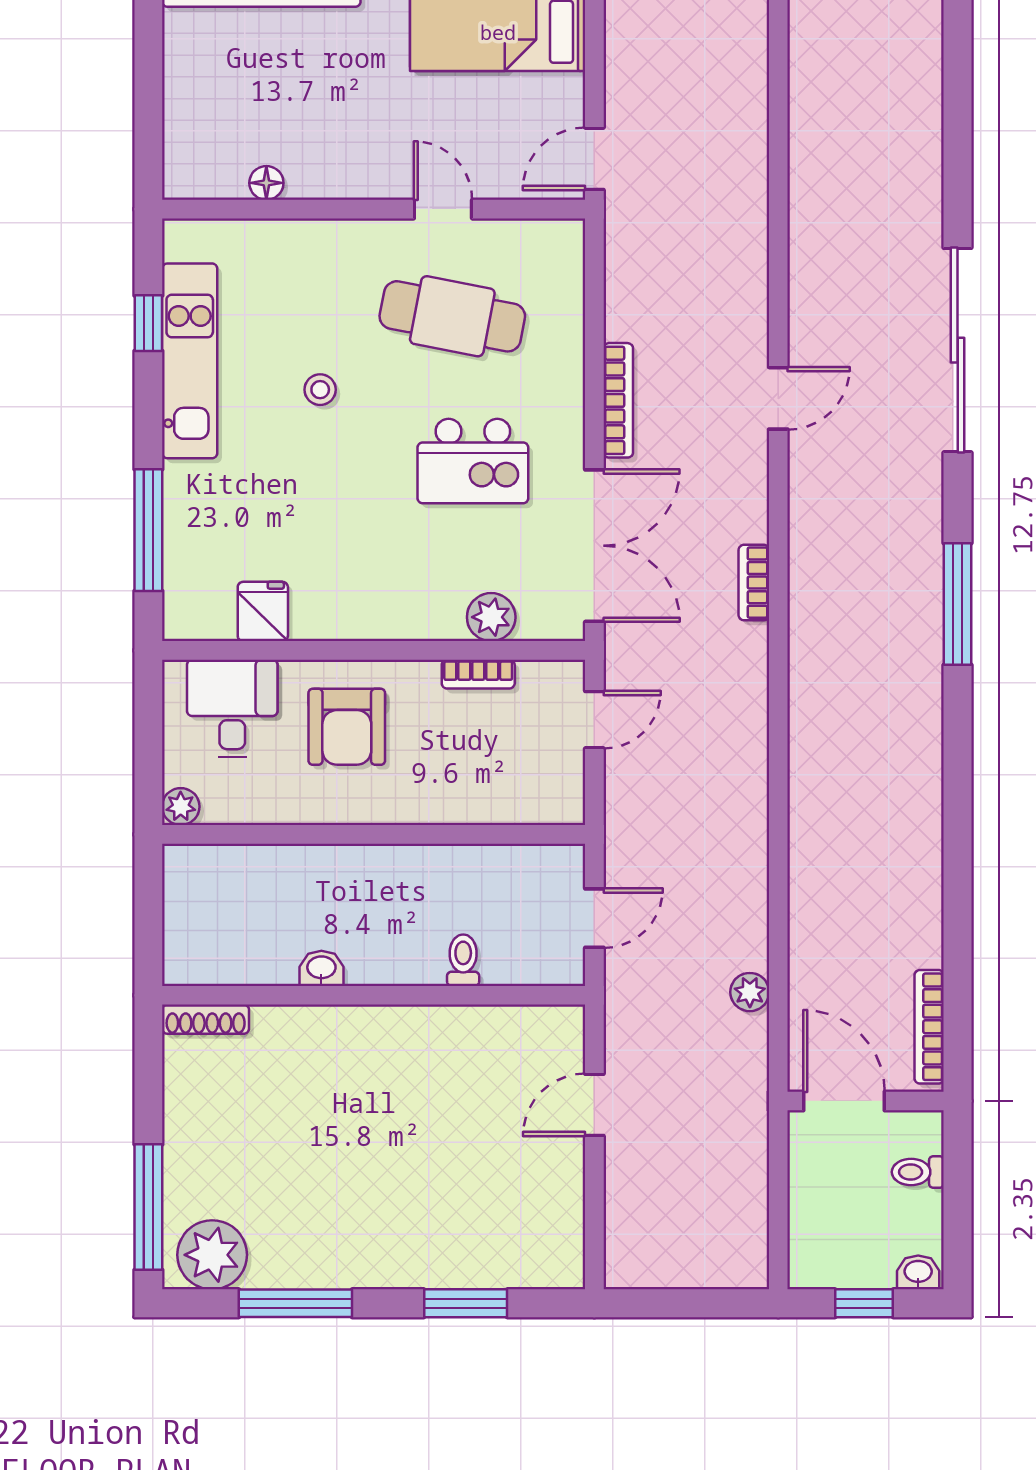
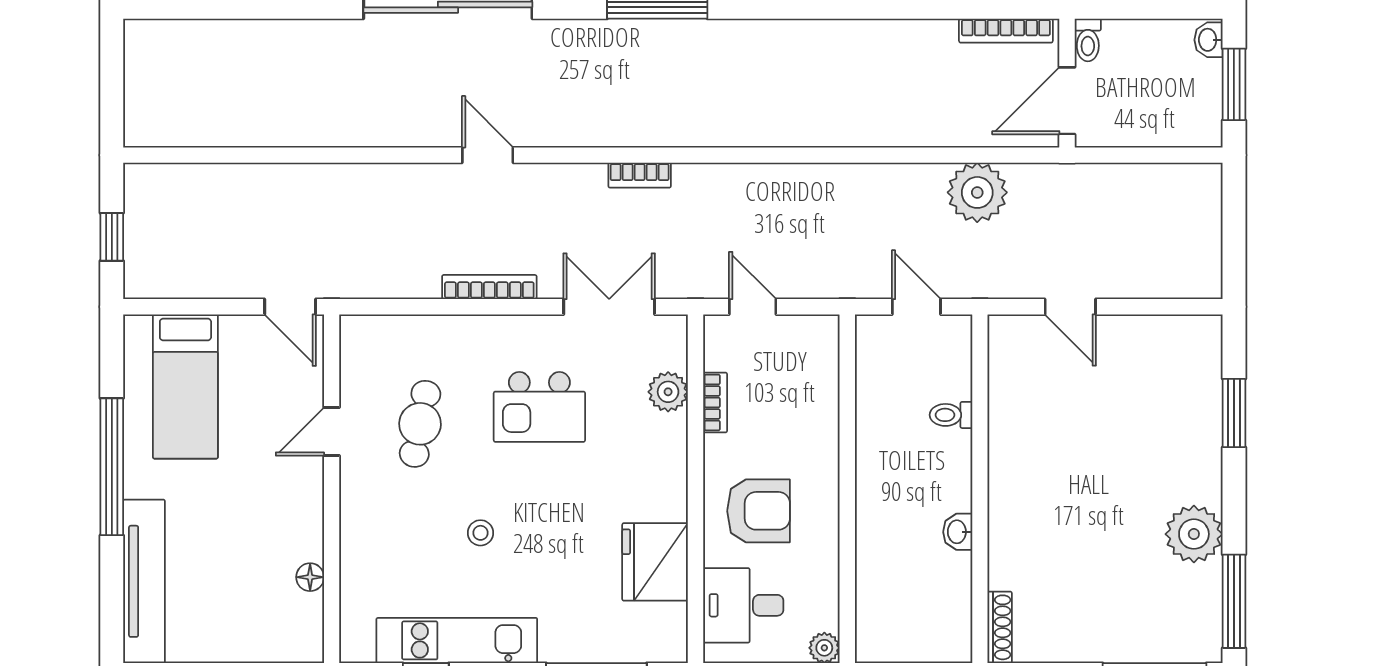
cafe table: (452, 316) -> (420, 424), width x0.73, depth x0.74
kitchen island: (473, 461) -> (539, 407), turned 90
double door: (594, 546) -> (609, 307), width x0.73
fridge: (263, 611) -> (655, 562), width x1.88, depth x1.34
plant: (750, 992) -> (977, 192), width x1.88, depth x1.88
toilet: (918, 1172) -> (1088, 40), moved
plant: (212, 1255) -> (1194, 534), moved
window: (295, 1303) -> (1234, 601), moved
window: (864, 1303) -> (1234, 84), width x1.50

